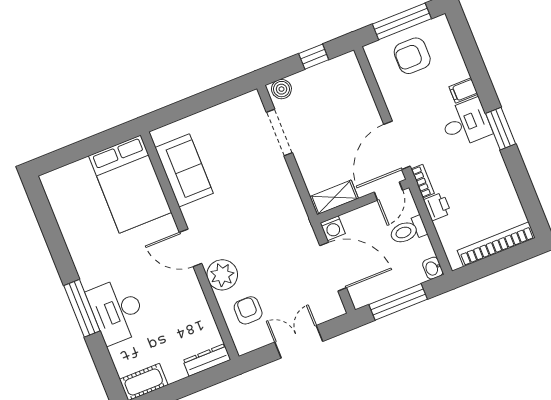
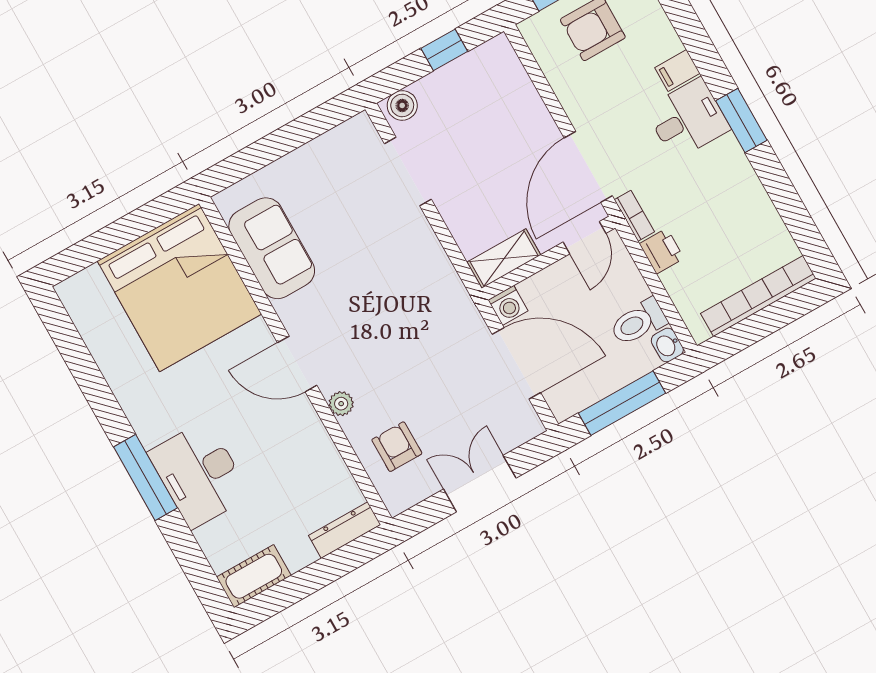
bed: (130, 184) -> (179, 288), width x1.36
toilet: (408, 231) -> (638, 322), moved
plant: (222, 275) -> (341, 404), width x0.53, depth x0.53

